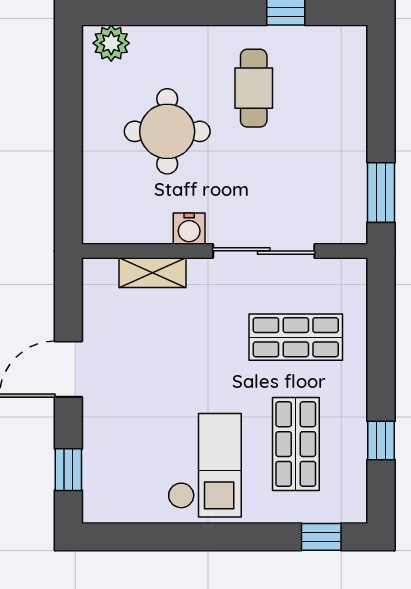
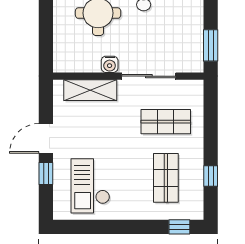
shelving: (153, 273) -> (90, 90), width x1.50, depth x1.33
checkout: (205, 465) -> (90, 186), moved, turned 180
window: (68, 470) -> (46, 174), moved

